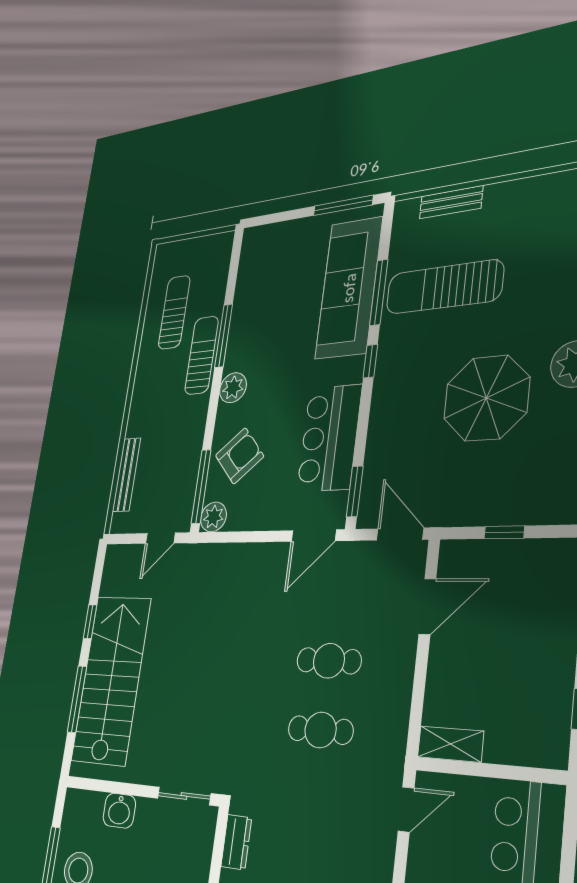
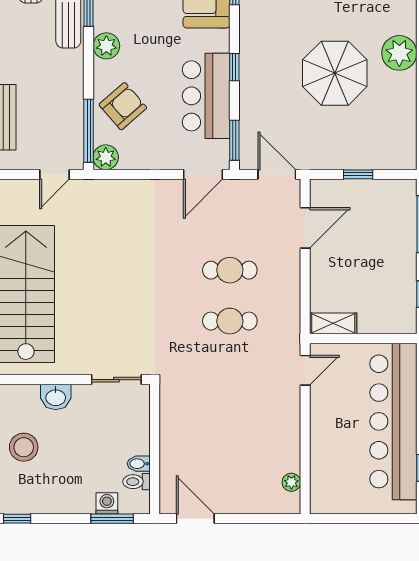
window: (370, 361) -> (234, 67), moved
dresser: (236, 842) -> (170, 408), removed

